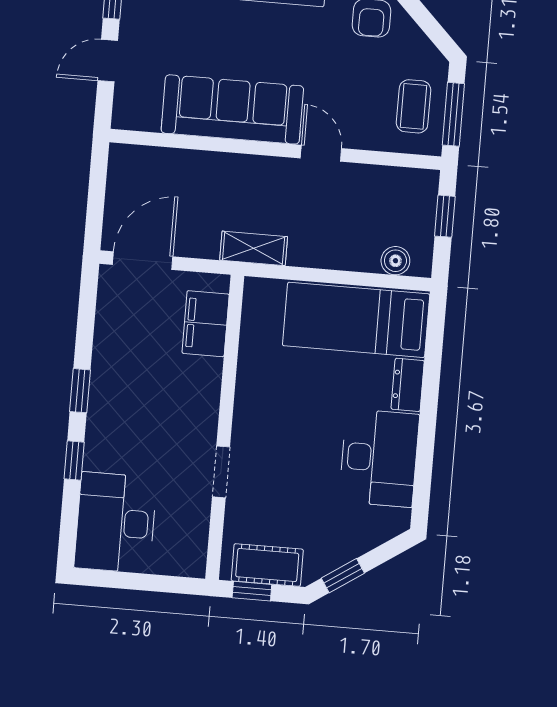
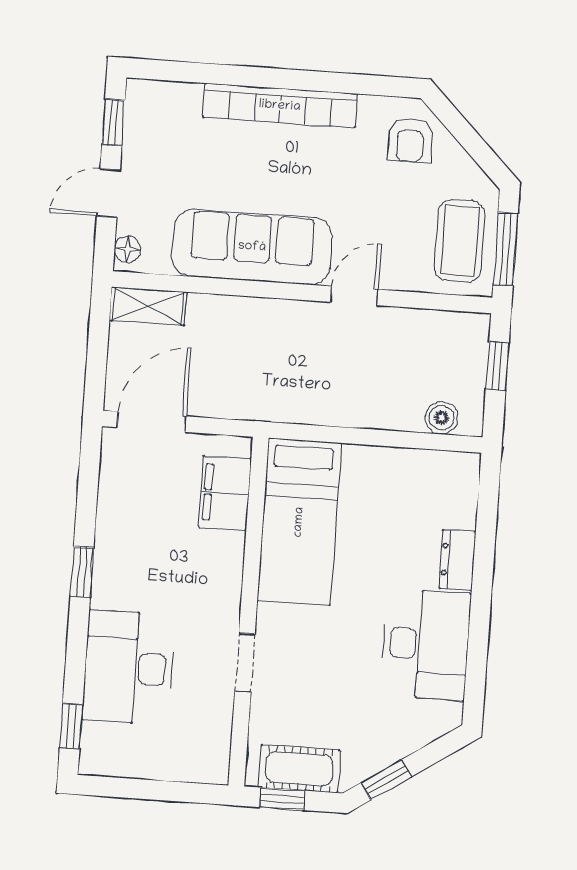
coffee table: (414, 106) -> (460, 241), width x1.36, depth x1.30
floor lamp: (124, 110) -> (127, 249), added
door: (321, 153) -> (354, 296), hinge flipped
shelving: (254, 248) -> (148, 306), moved
bed: (356, 320) -> (299, 522), moved, turned -90
window: (74, 460) -> (71, 726), moved
desk: (116, 523) -> (129, 668), moved

